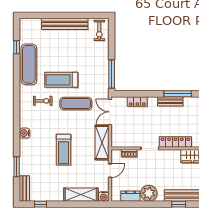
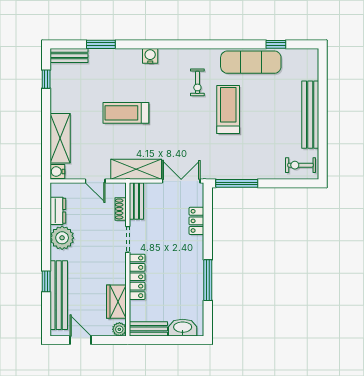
bench: (170, 101) -> (136, 201), moved
exercise mat: (76, 103) -> (194, 131), removed

